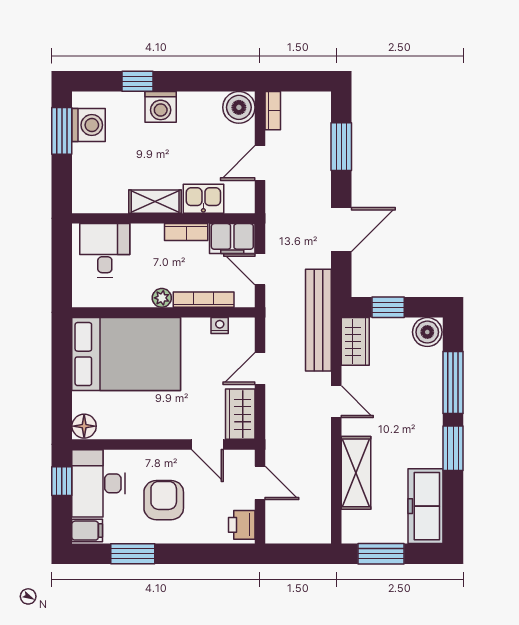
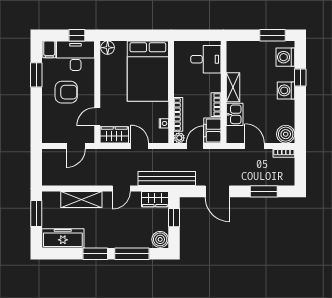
washing machine: (88, 125) -> (285, 57), moved, turned 90
plant: (162, 298) -> (179, 138), moved
printer: (242, 525) -> (52, 136), removed

